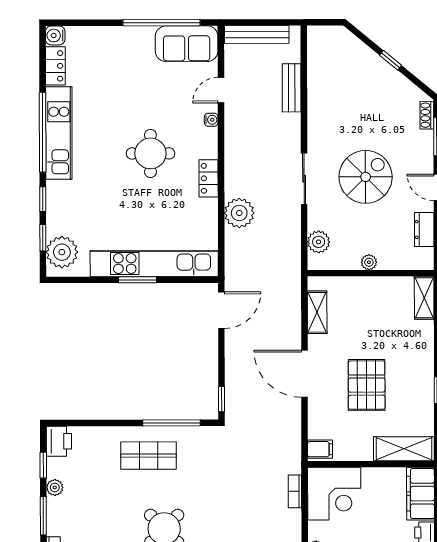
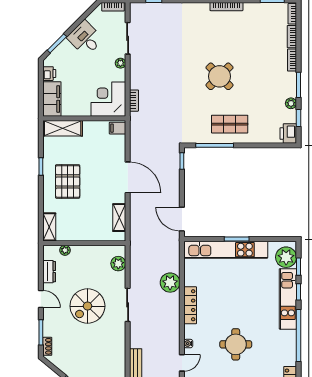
kitchen unit: (59, 133) -> (288, 299), moved
round table: (150, 153) -> (236, 344), moved
locker: (209, 178) -> (190, 305), width x1.53
plant: (369, 262) -> (65, 250), moved
door: (221, 310) -> (182, 219), hinge flipped
pallet: (367, 385) -> (68, 181), moved

